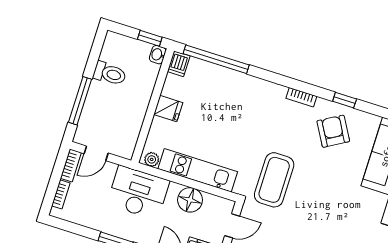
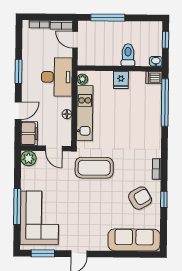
window: (150, 38) -> (166, 40), moved
toilet: (110, 74) -> (128, 55), moved, turned 180
floor lamp: (190, 200) -> (67, 114), width x0.53, depth x0.53

